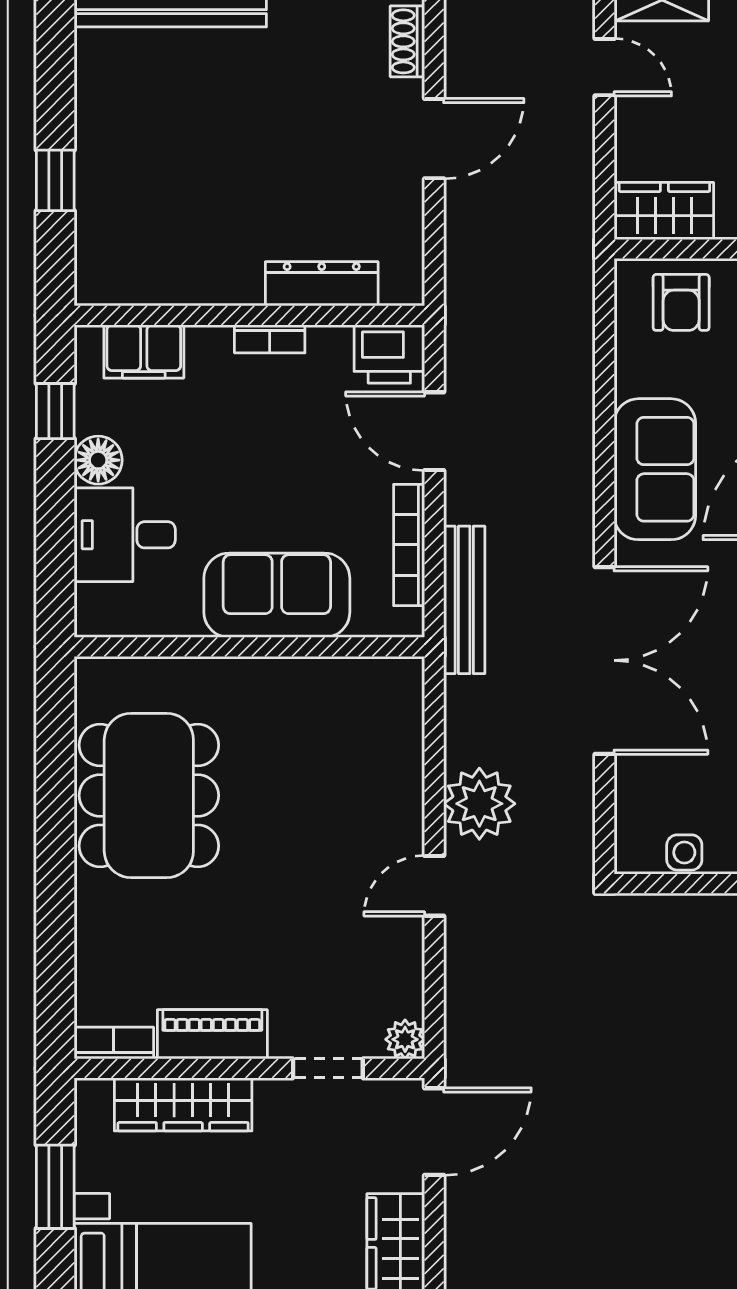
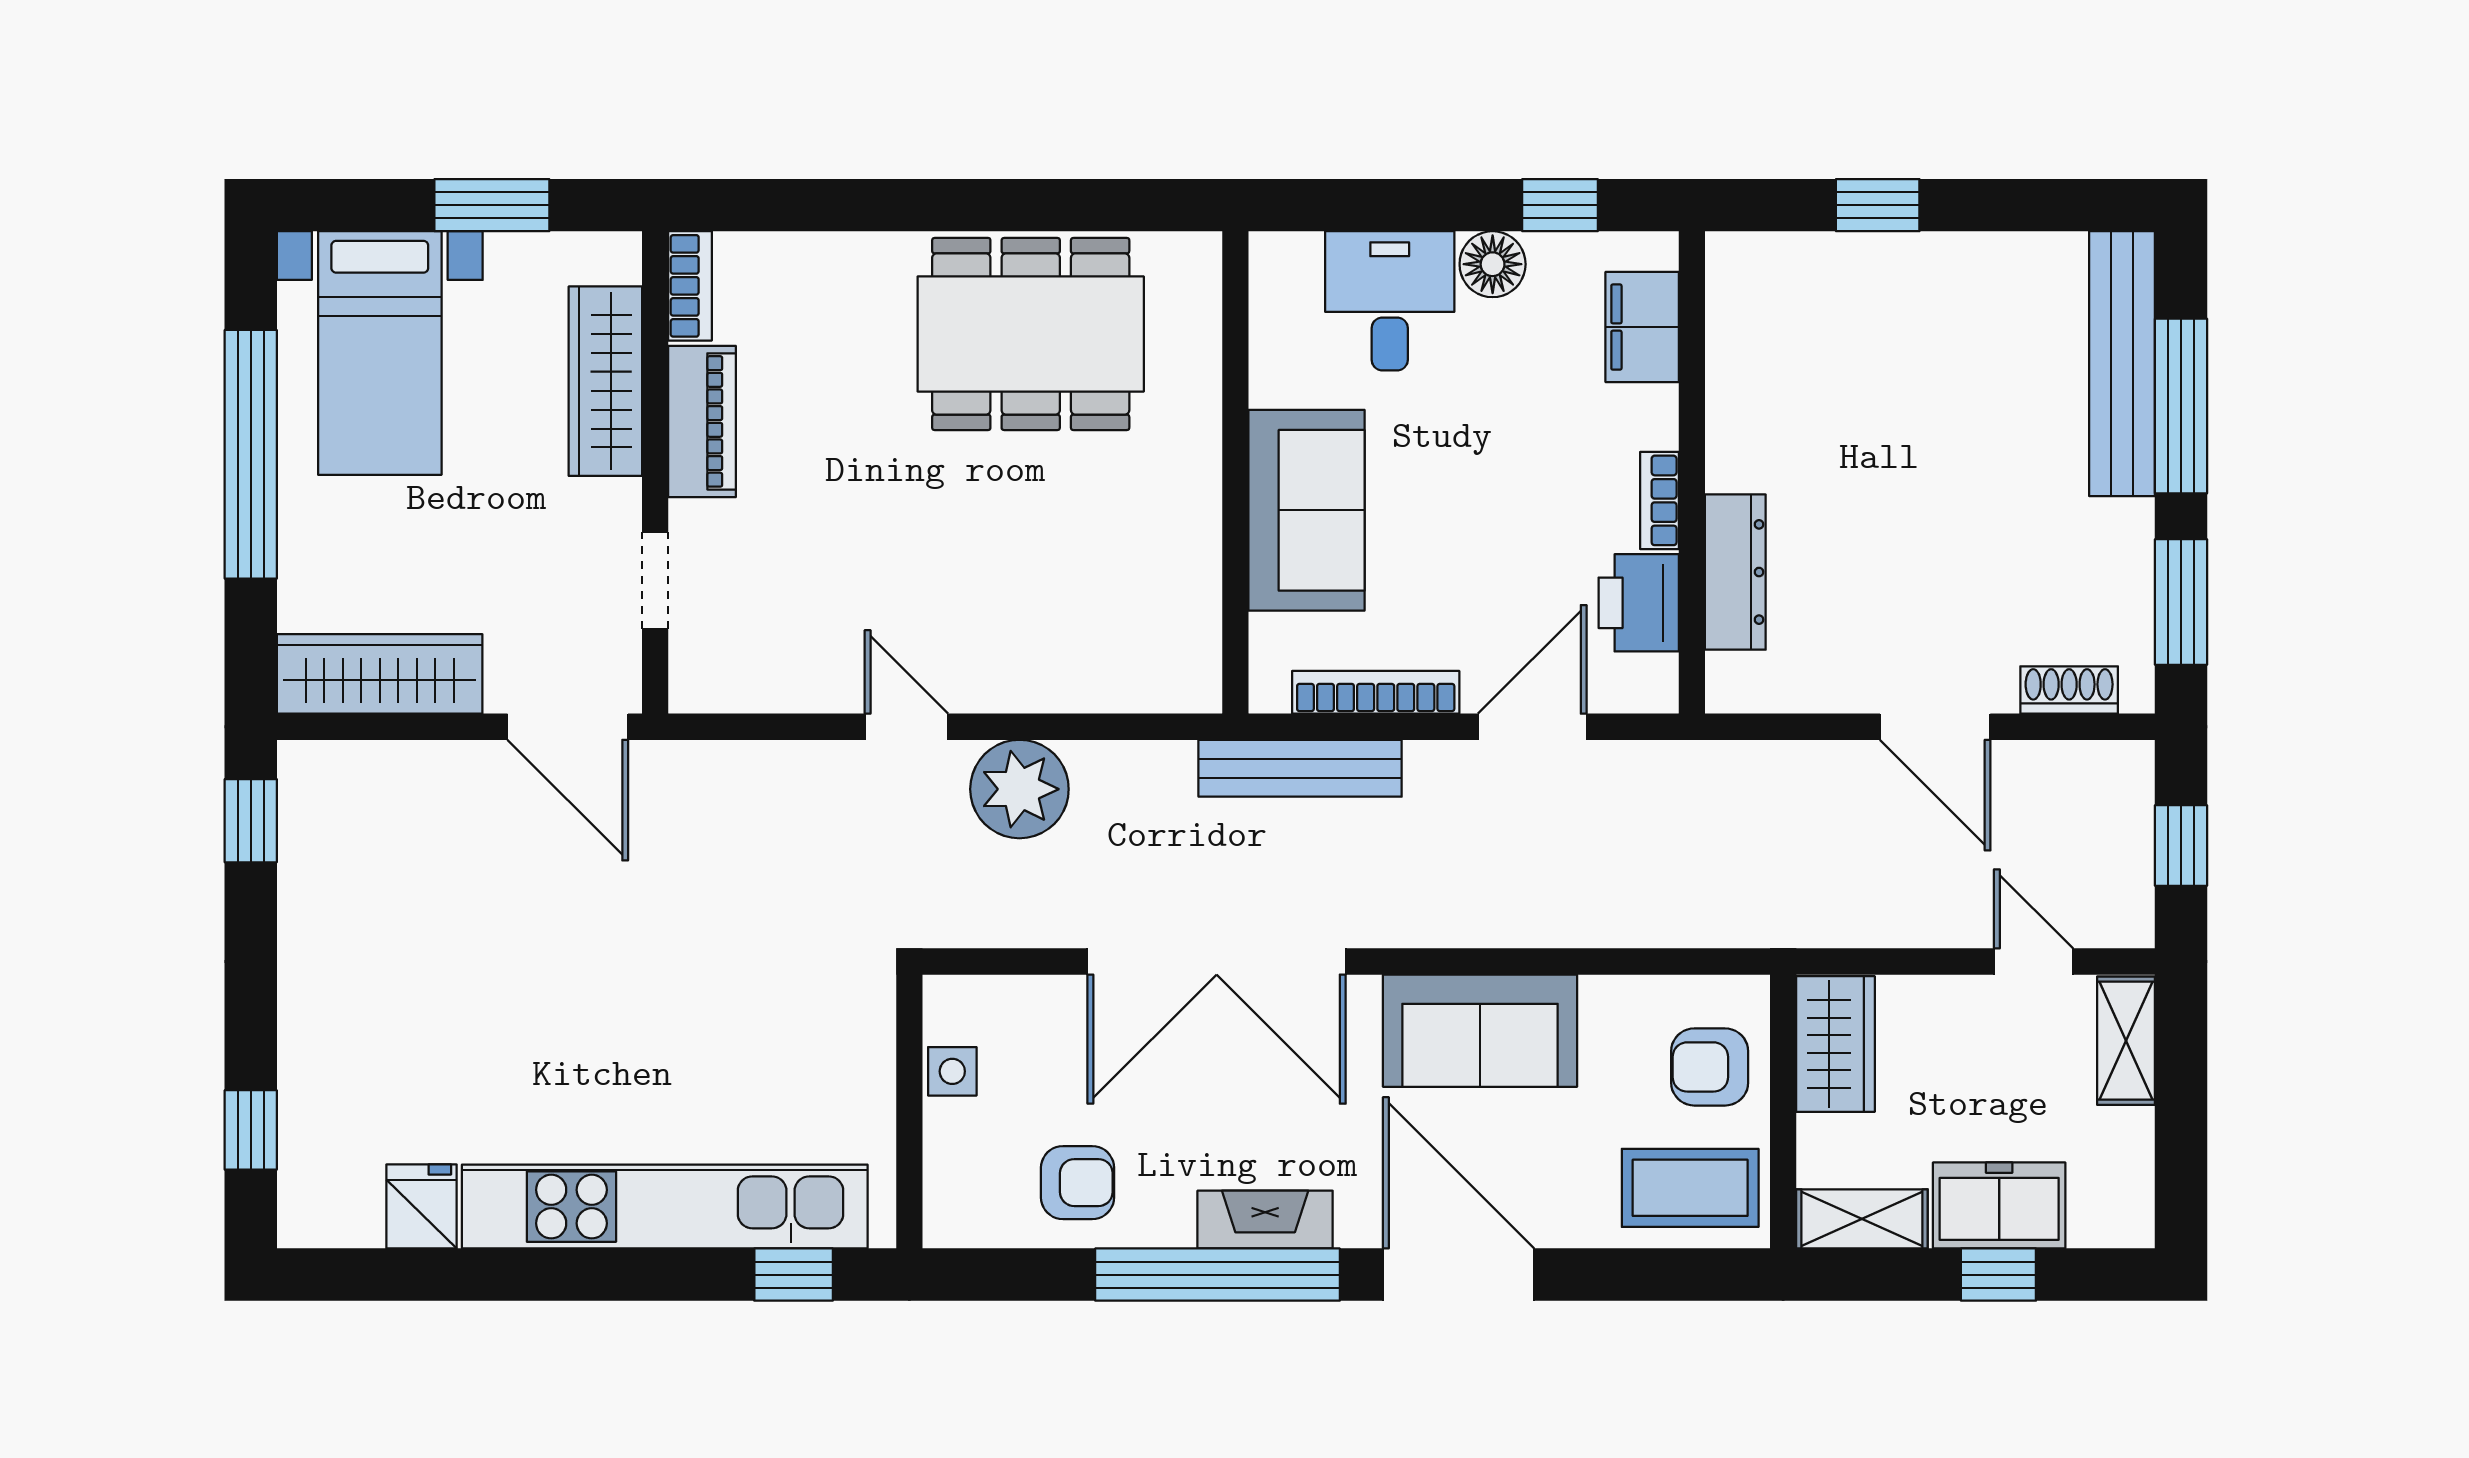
door: (605, 67) -> (2034, 962), swing flipped
printer: (389, 354) -> (1639, 603), moved
plant: (405, 1039) -> (695, 687), removed

